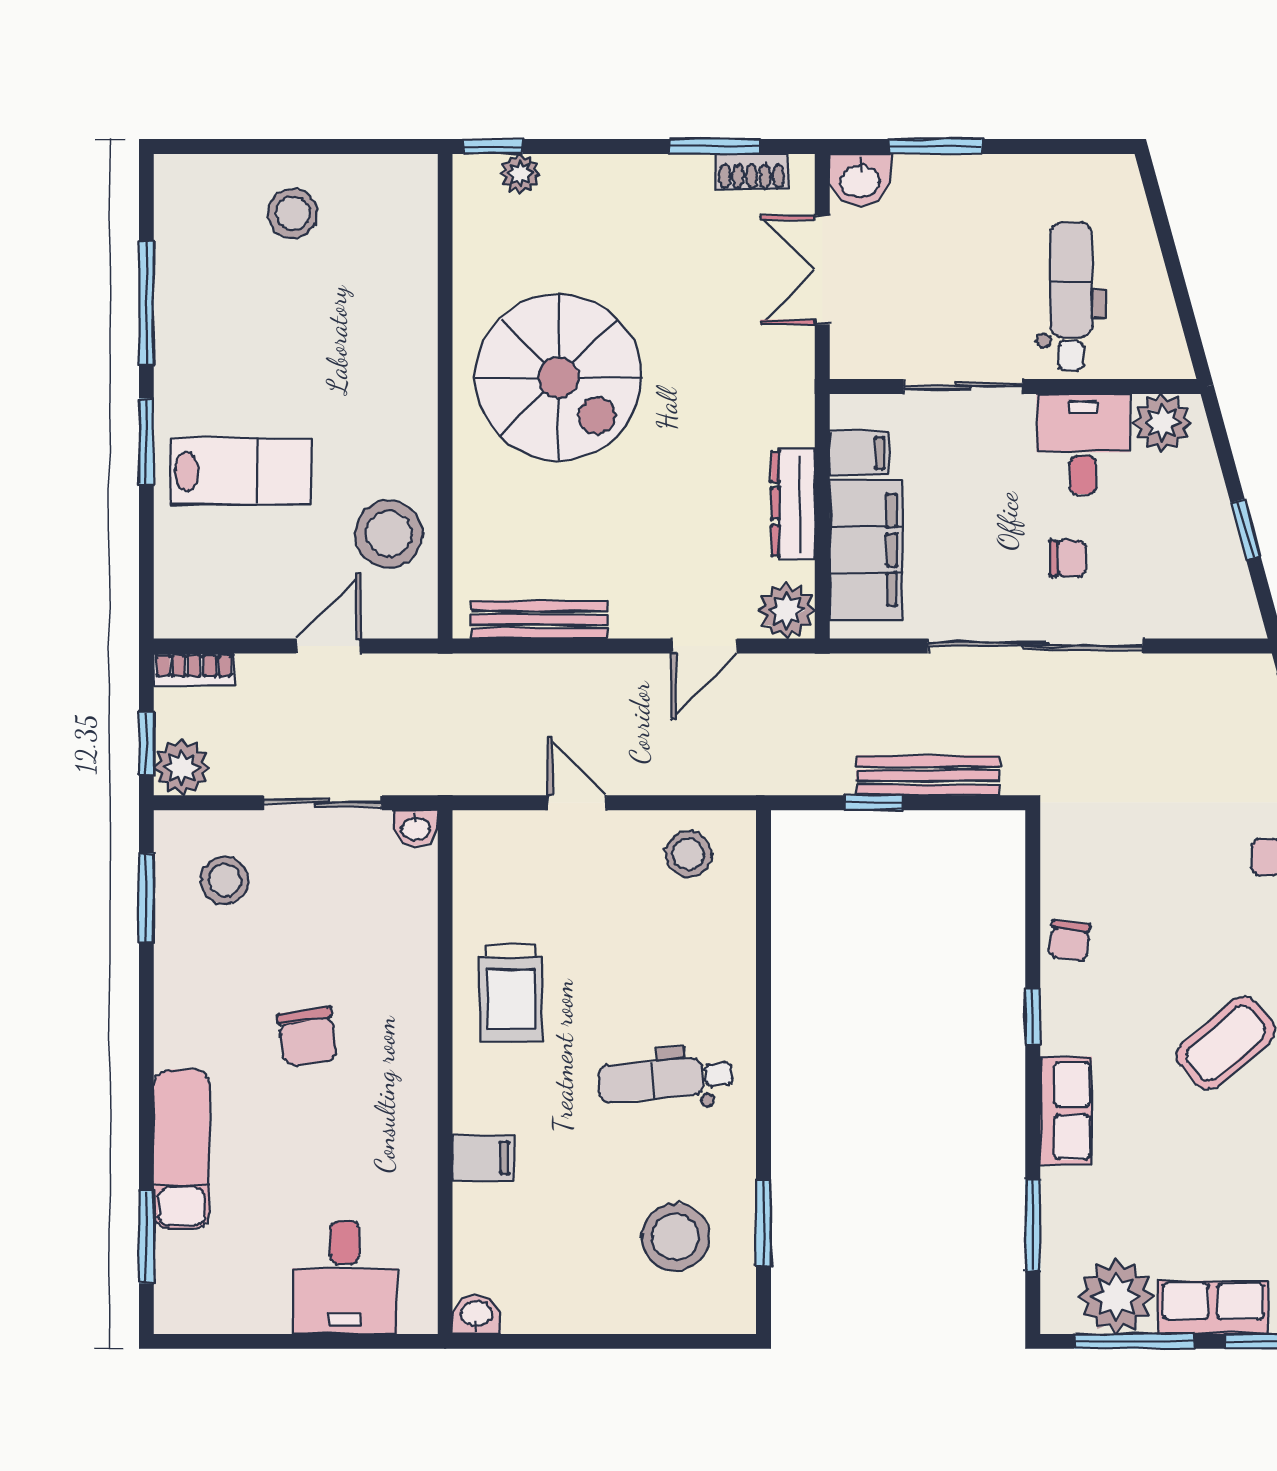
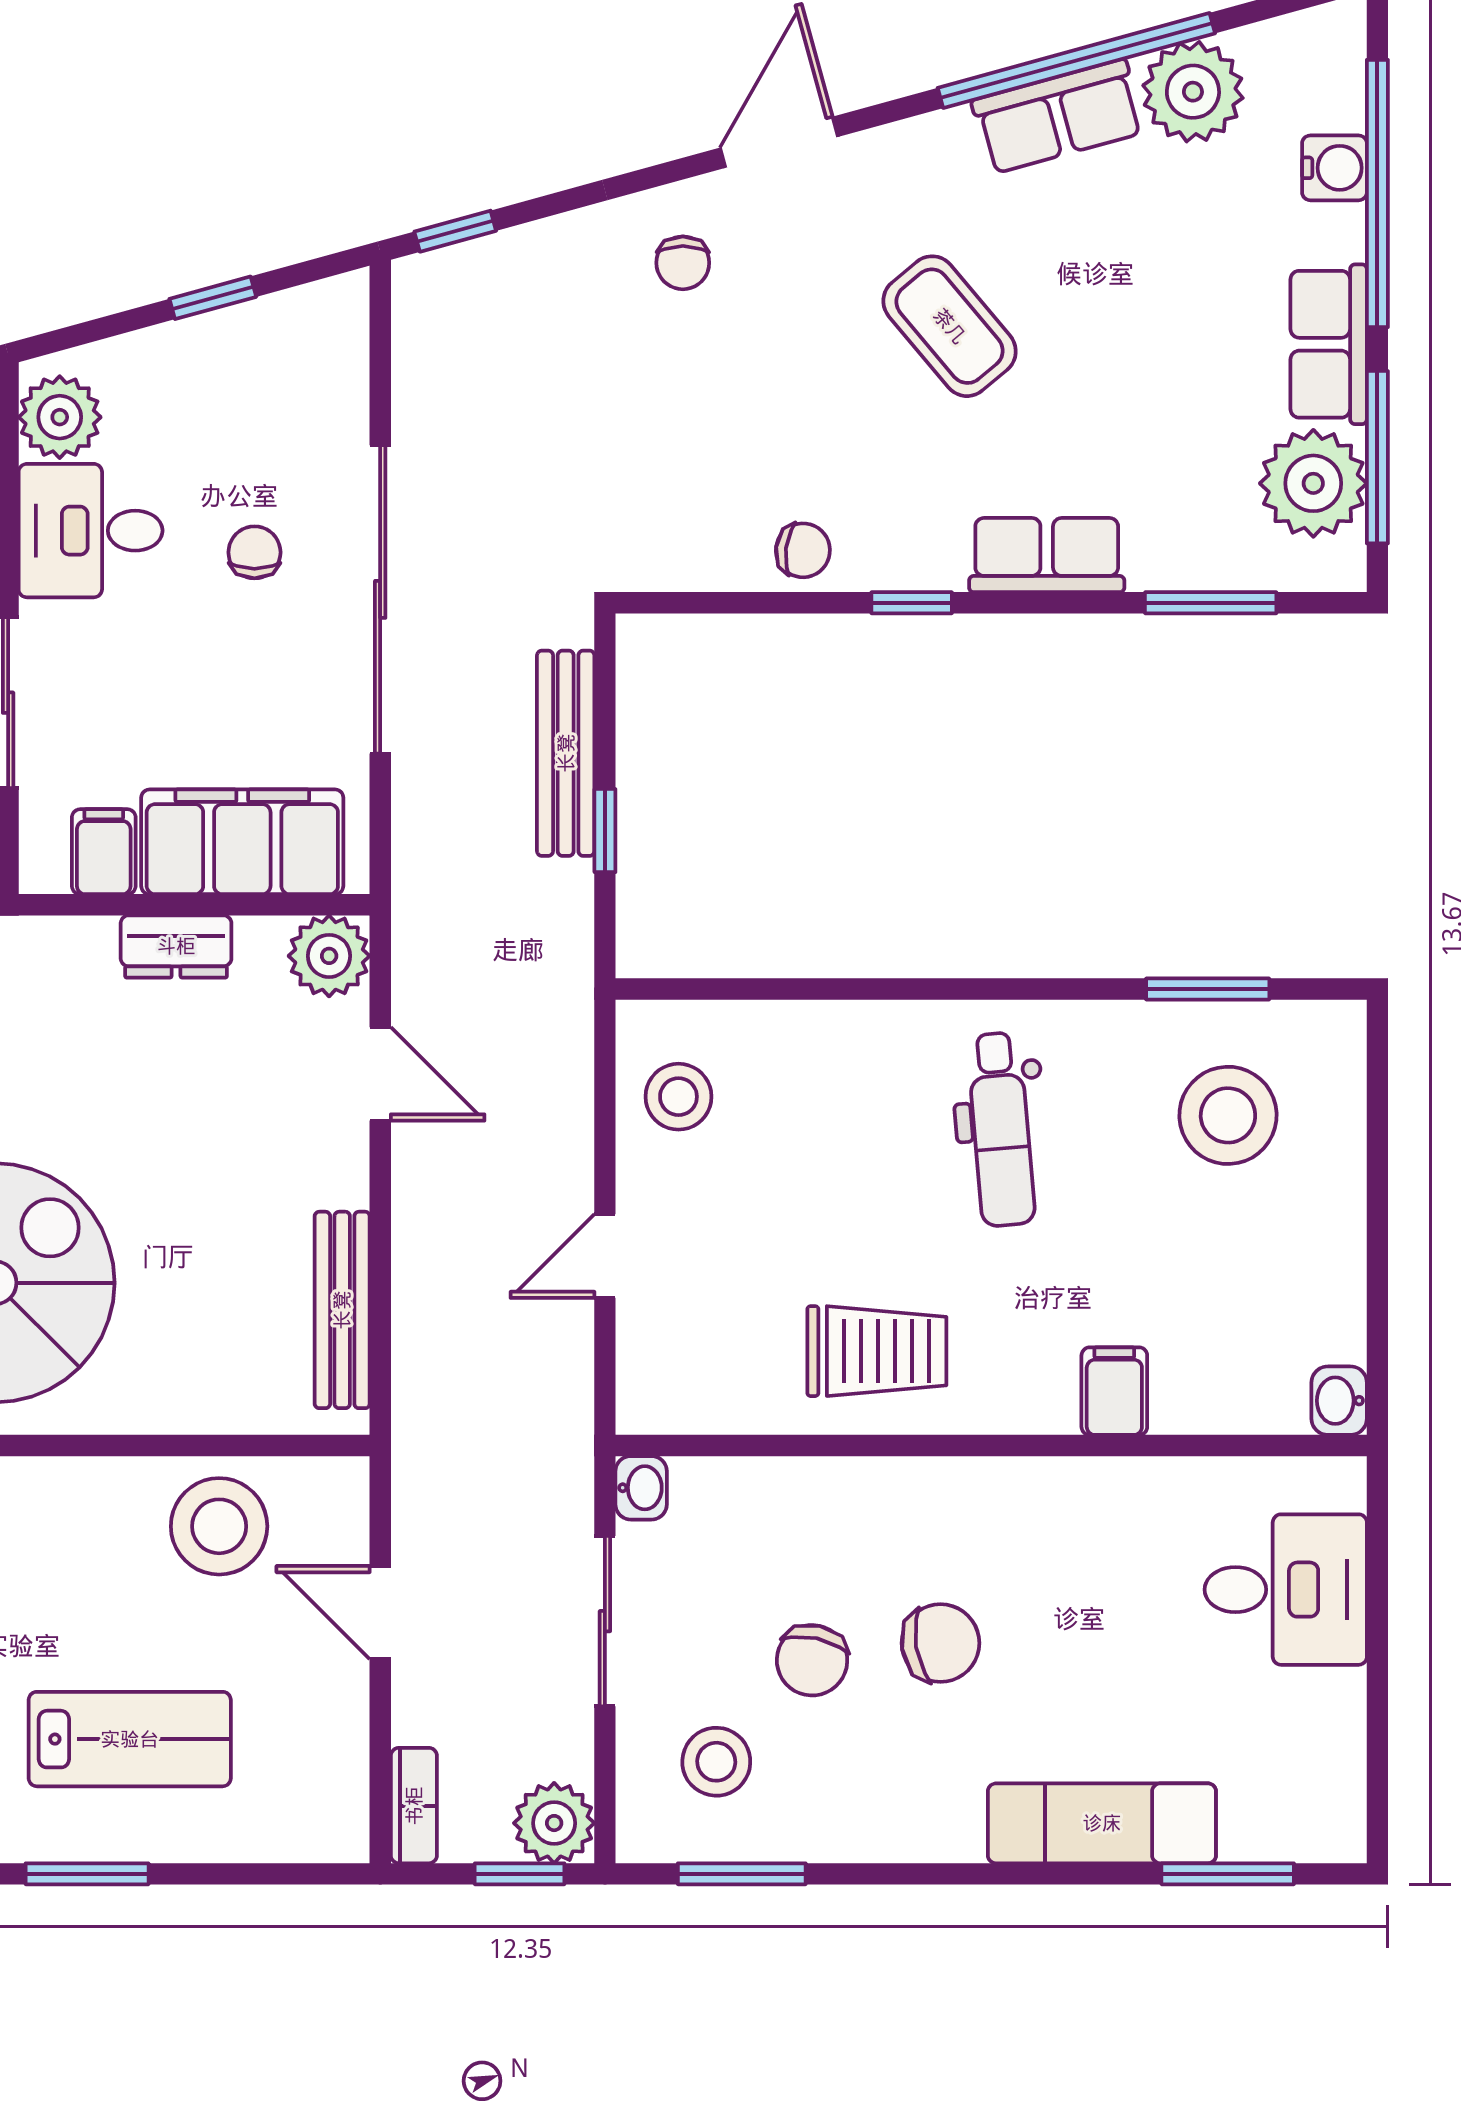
lab bench: (240, 471) -> (130, 1739), turned 90
dresser: (793, 504) -> (176, 946), width x0.70
chair: (295, 947) -> (812, 1660), added

